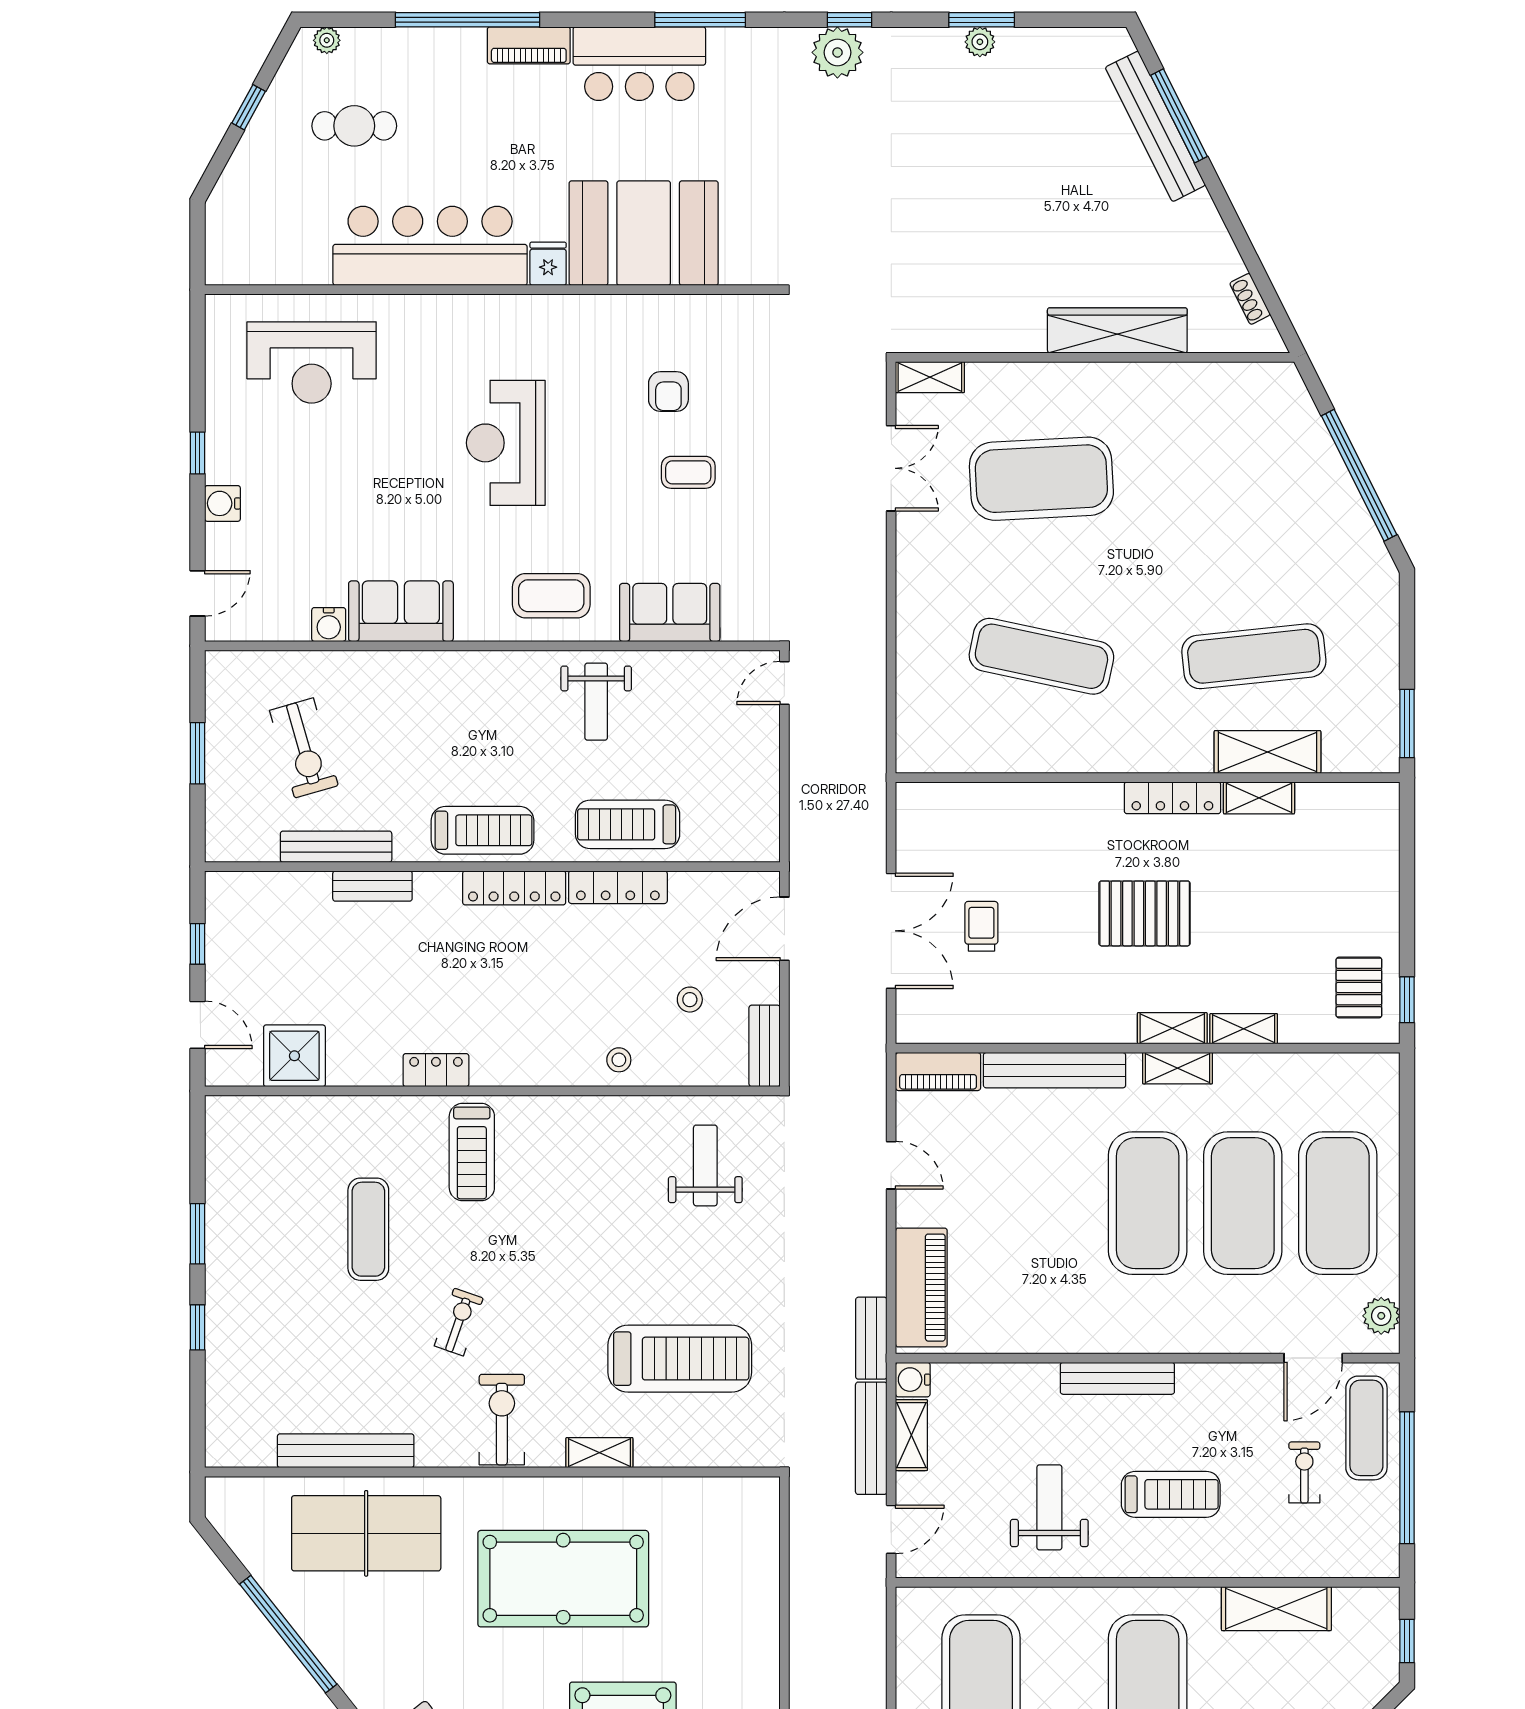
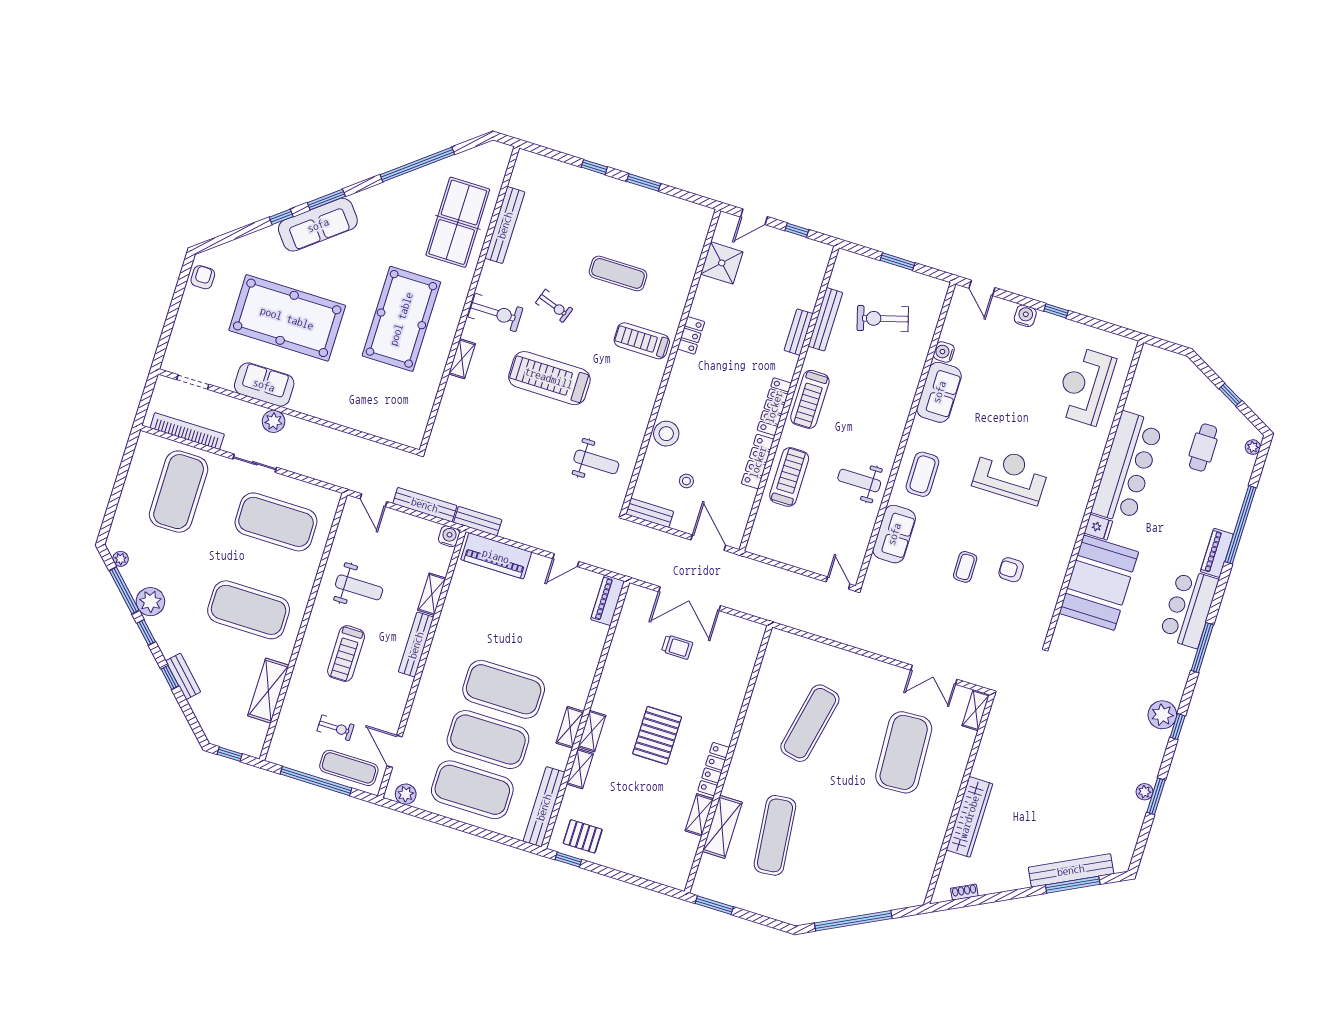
stool: (619, 1060) -> (666, 434), width x1.89, depth x1.89
bench: (1055, 1070) -> (544, 807), moved
treadmill: (680, 1359) -> (549, 378), moved, turned 90
shelving: (911, 1435) -> (432, 594), moved, turned 90

